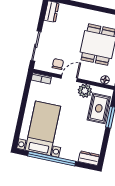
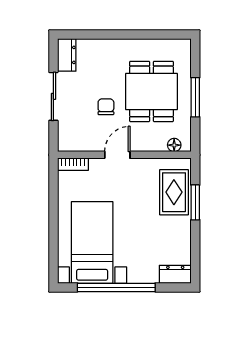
sliding door: (36, 46) -> (53, 96), moved
chair: (58, 64) -> (106, 107), moved
plant: (85, 91) -> (146, 169), removed

